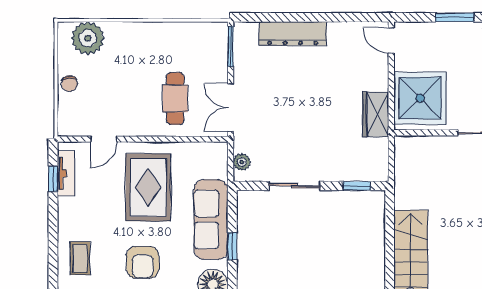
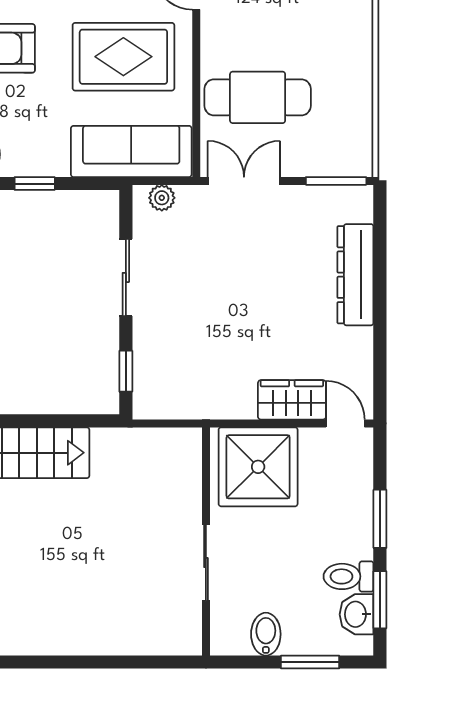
door: (391, 40) -> (345, 423), hinge flipped
cafe table: (175, 98) -> (258, 97), width x1.37, depth x1.35
wardrobe: (376, 114) -> (292, 400), moved
sofa: (211, 219) -> (131, 151), moved

